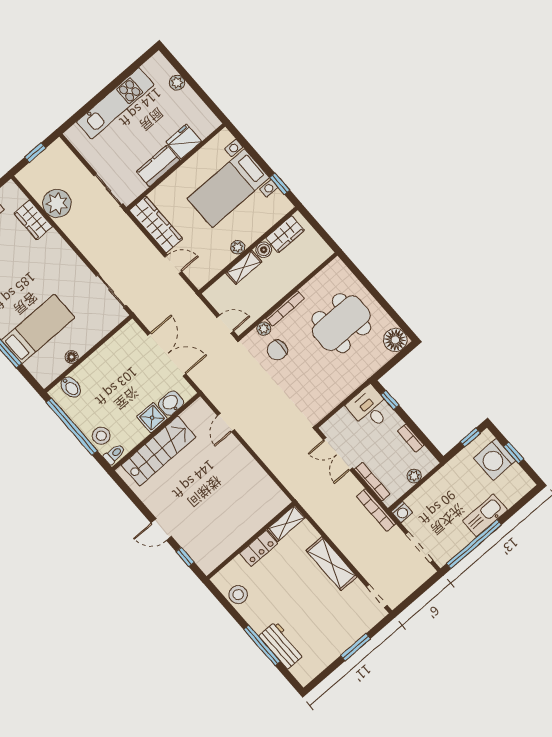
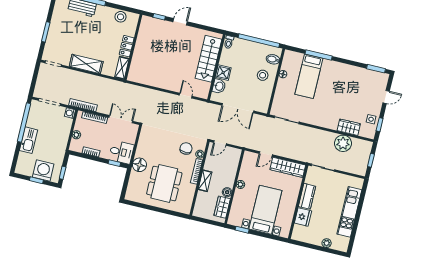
shelving: (244, 267) -> (205, 181), moved
floor lamp: (395, 340) -> (139, 165), moved
stool: (101, 436) -> (263, 75), moved

